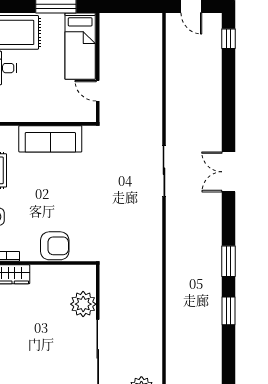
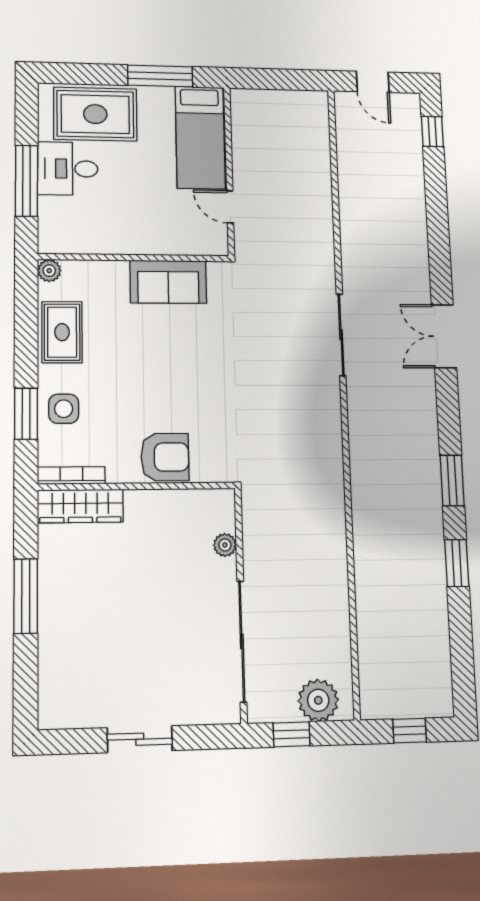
sofa: (50, 139) -> (168, 282), width x0.73
plant: (83, 304) -> (225, 545), width x0.53, depth x0.53

